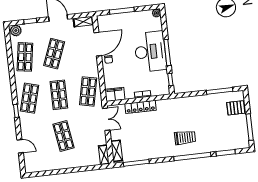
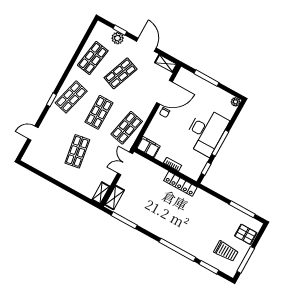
plant: (16, 30) -> (118, 38), moved
locker: (140, 107) -> (180, 184), moved
double door: (106, 119) -> (125, 163), swing flipped
trolley: (185, 138) -> (226, 251), moved
door: (20, 146) -> (33, 133), swing flipped

